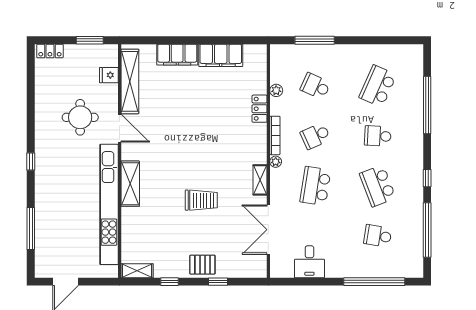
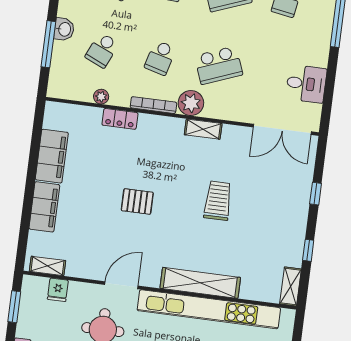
washbasin: (329, 52) -> (64, 29), added
shelving: (130, 81) -> (48, 266), width x0.45, depth x0.75
school desk: (315, 136) -> (160, 58), turned 39
plant: (276, 162) -> (191, 103), width x1.88, depth x1.88
shelving: (130, 184) -> (200, 283), width x1.47
school desk: (315, 186) -> (219, 65), turned -30
double door: (268, 230) -> (282, 129), moved
pallet: (202, 265) -> (137, 201), moved, turned 90

